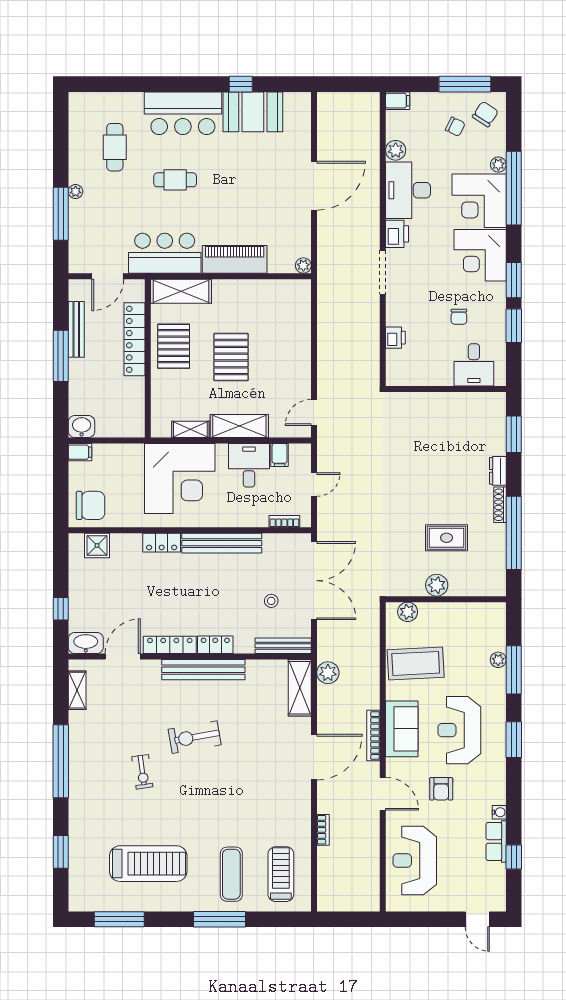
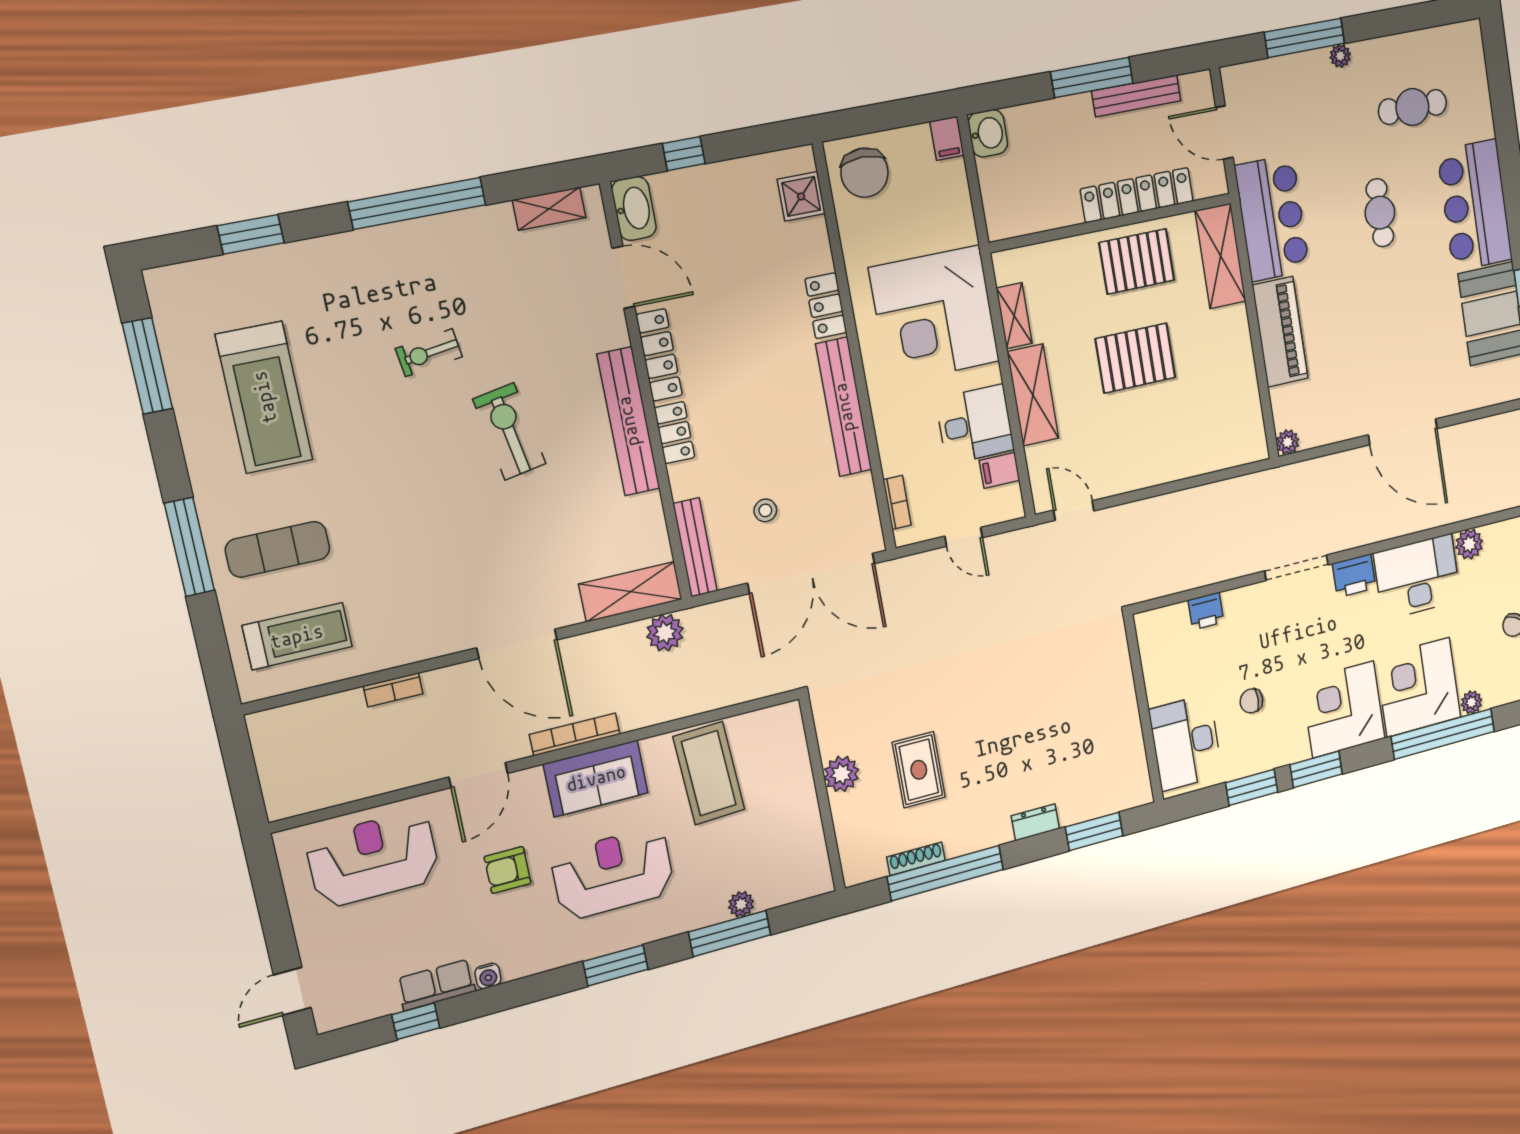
desk: (474, 365) -> (1186, 742), width x1.37
shoe rack: (500, 505) -> (916, 859), moved
plant: (408, 612) -> (790, 738), removed

